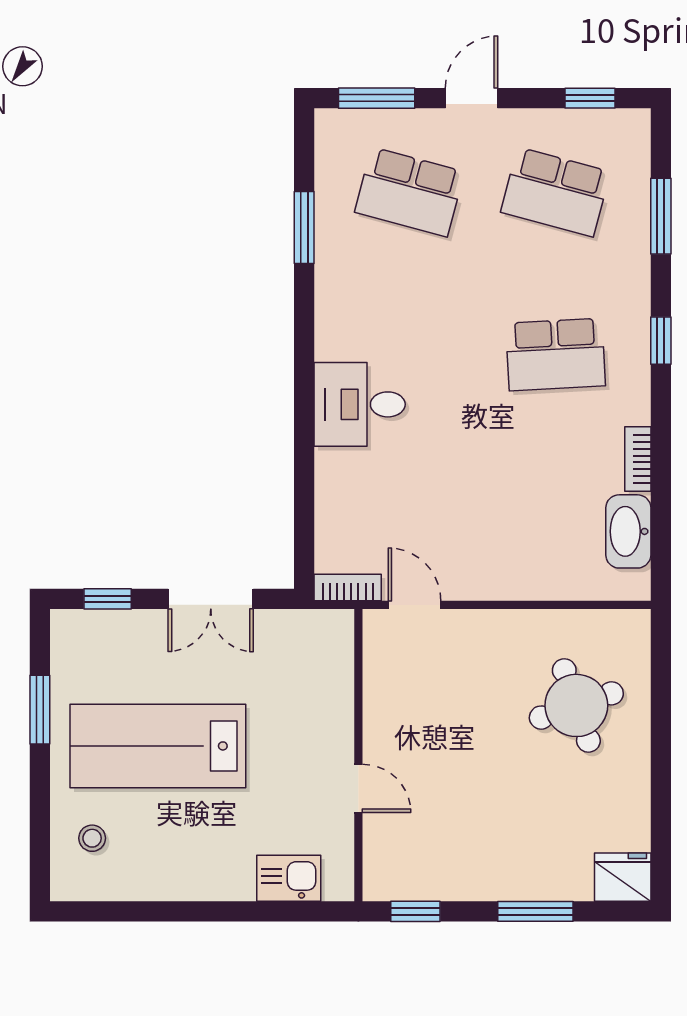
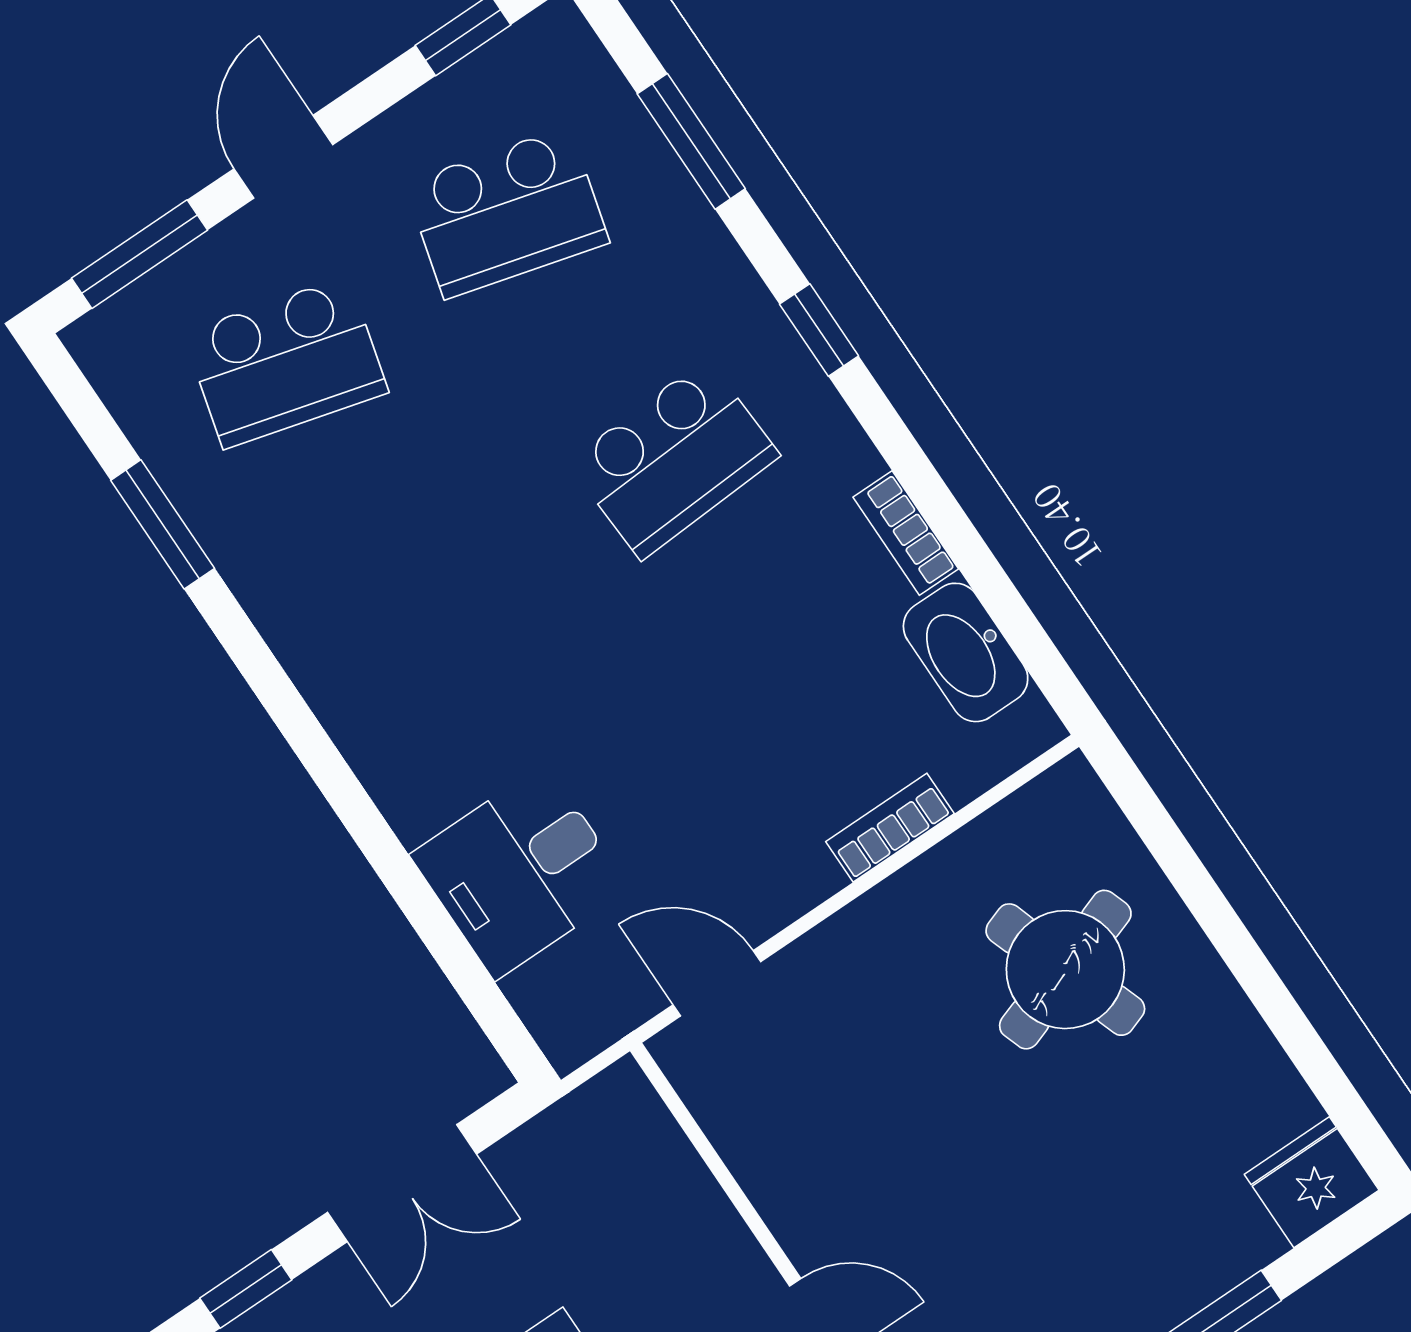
desk: (360, 404) -> (520, 872), moved
bookcase: (348, 588) -> (890, 828), moved

